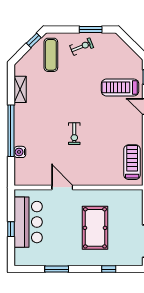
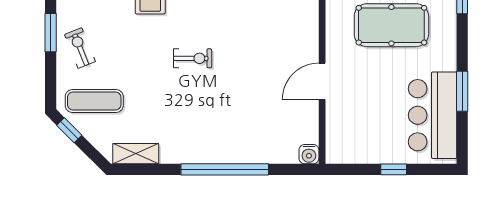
shelving: (20, 89) -> (136, 154), moved
exercise bike: (74, 134) -> (193, 58), moved
water cooler: (20, 152) -> (309, 154), moved
bar counter: (28, 222) -> (433, 115), moved, turned -90

